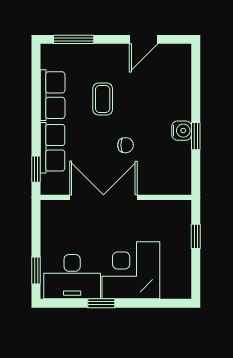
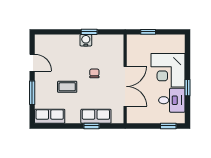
window: (74, 39) -> (32, 93), moved
row of seats: (53, 95) -> (50, 116), moved
window: (36, 169) -> (92, 126), moved
double door: (103, 197) -> (125, 86), swing flipped
desk: (72, 277) -> (172, 100), width x0.73

